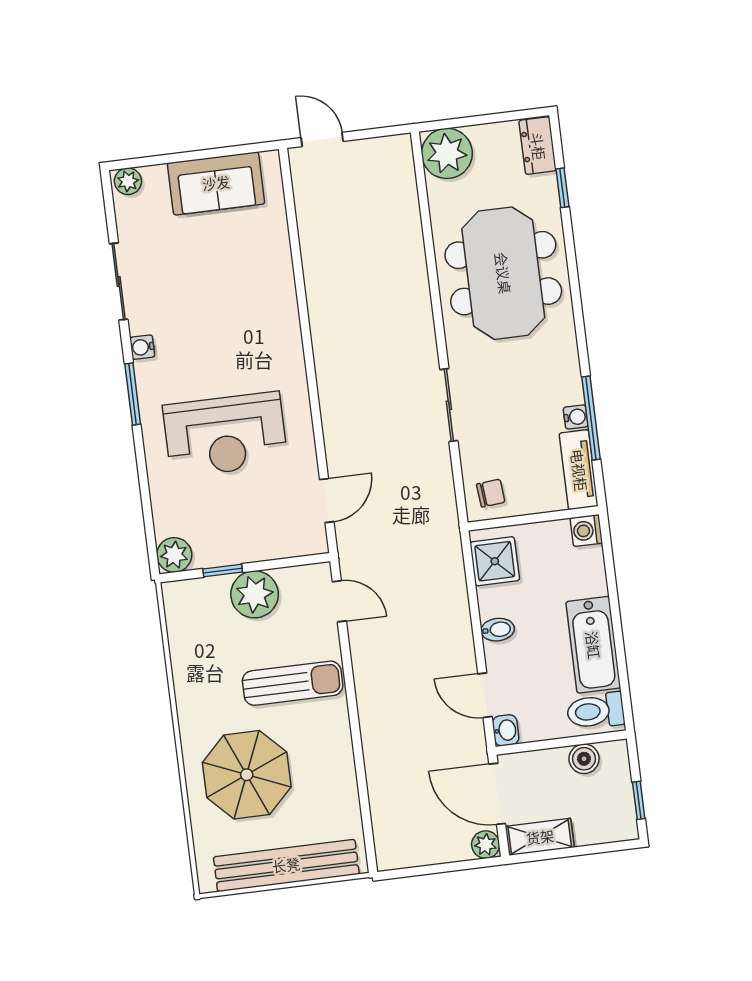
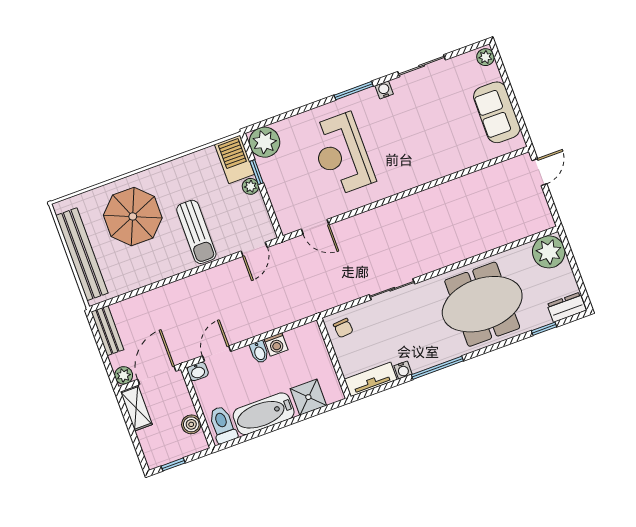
window: (591, 418) -> (437, 368), moved
washing machine: (586, 531) -> (276, 344), moved, turned 180
plant: (174, 555) -> (264, 142), width x1.36, depth x1.36
shower: (495, 561) -> (308, 397), moved
plant: (255, 594) -> (250, 186), width x0.53, depth x0.53
barbecue: (195, 600) -> (235, 159), added
bench: (412, 854) -> (107, 331), added

